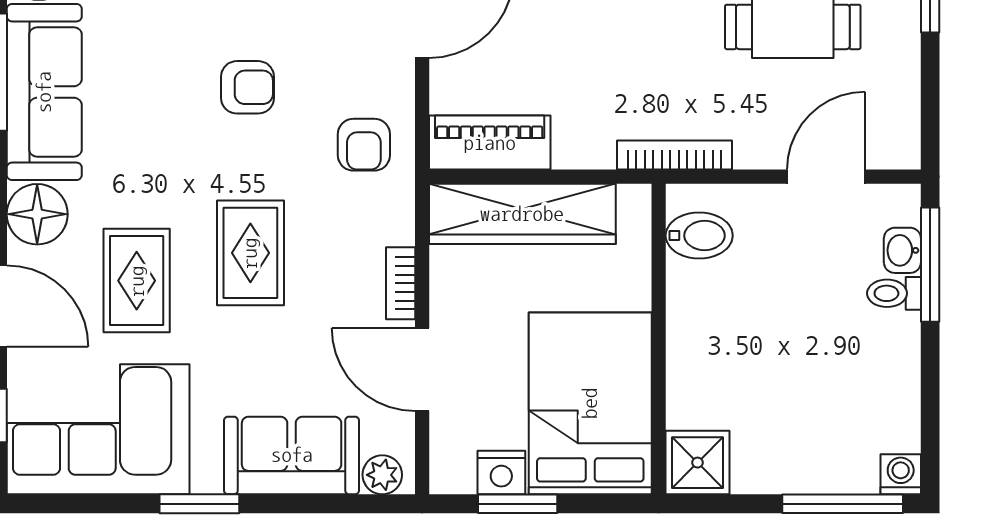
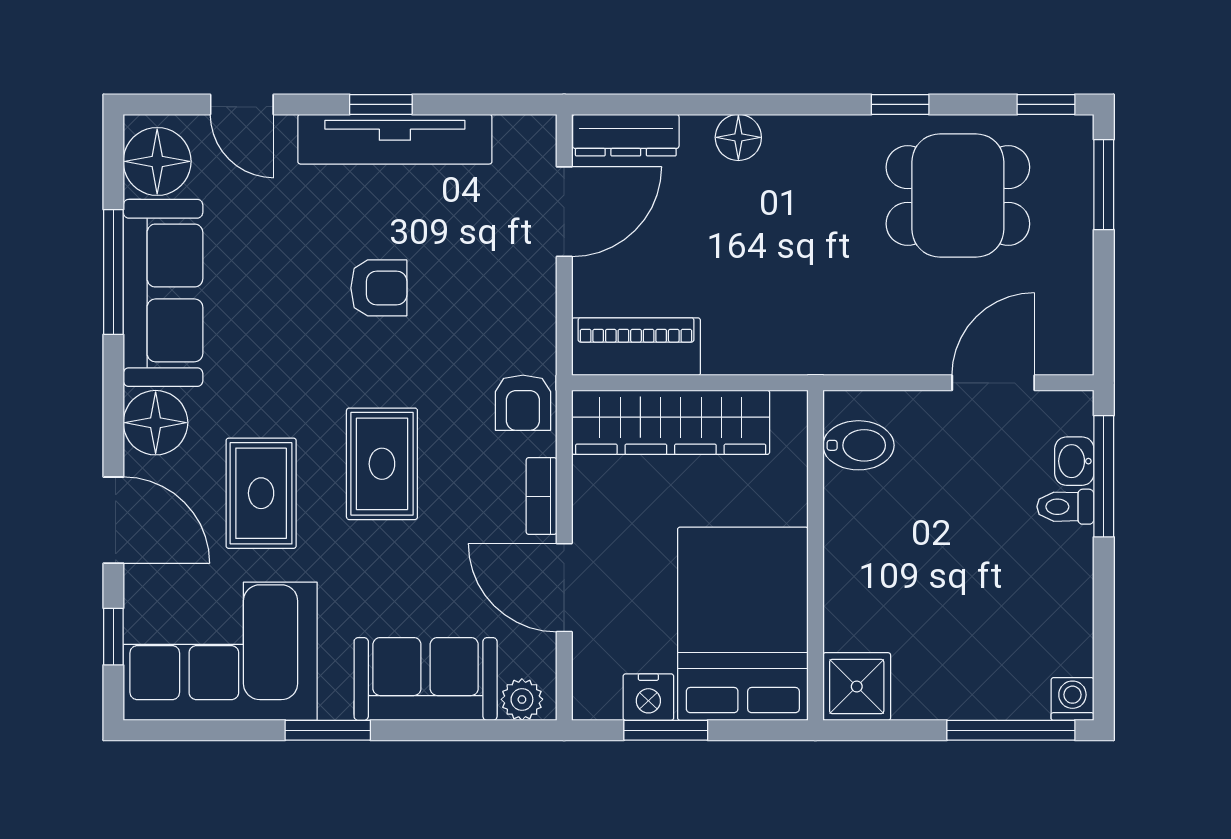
armchair: (364, 145) -> (523, 403), moved
bookcase: (675, 155) -> (832, 360), removed

